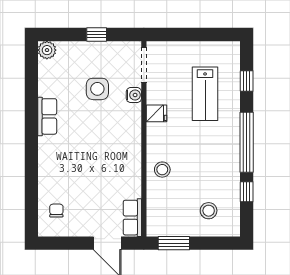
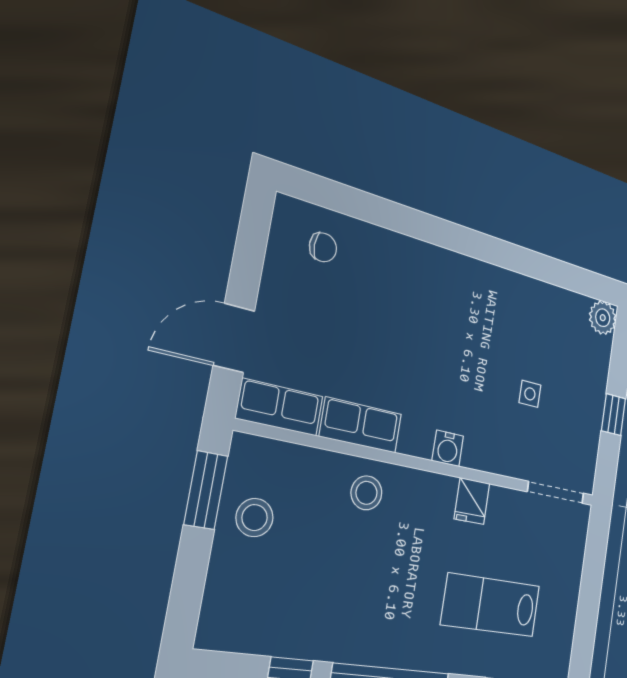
side table: (97, 89) -> (530, 394), width x0.54, depth x0.54
water cooler: (134, 95) -> (448, 448), moved
row of seats: (47, 116) -> (361, 425), moved, turned 180
stool: (209, 211) -> (255, 518), moved

